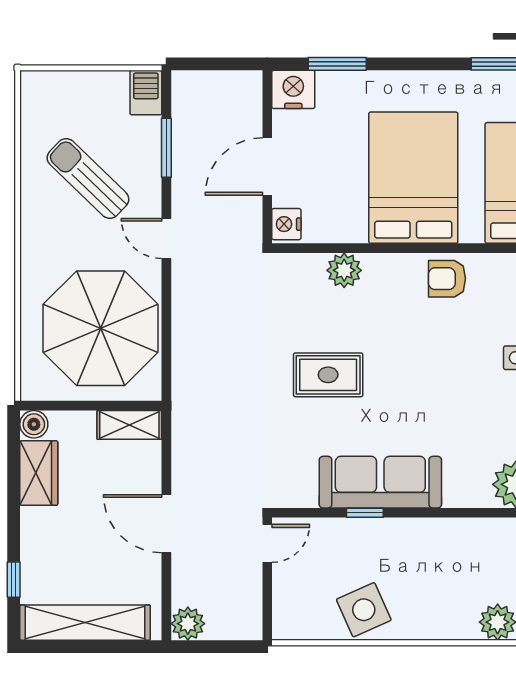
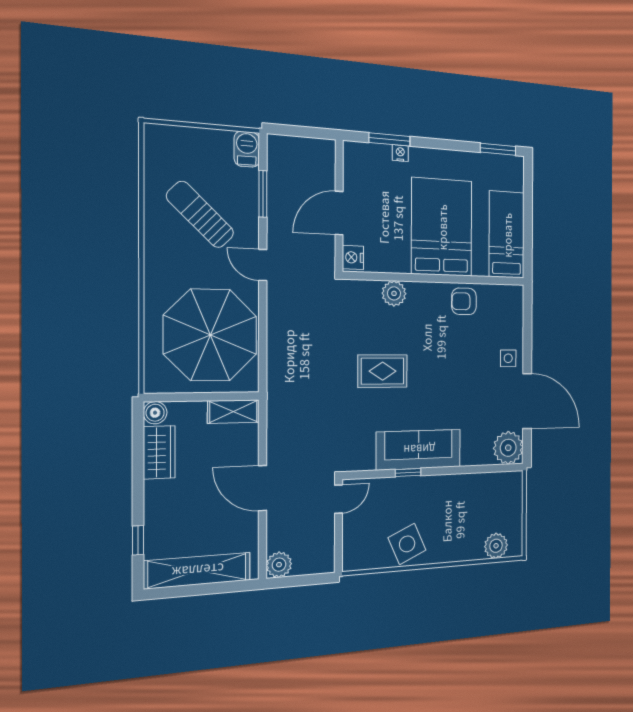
nightstand: (293, 89) -> (400, 153), moved, width x0.53, depth x0.56

